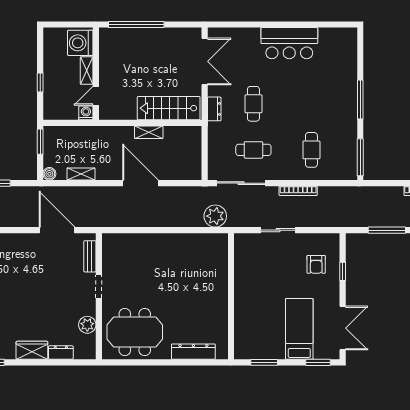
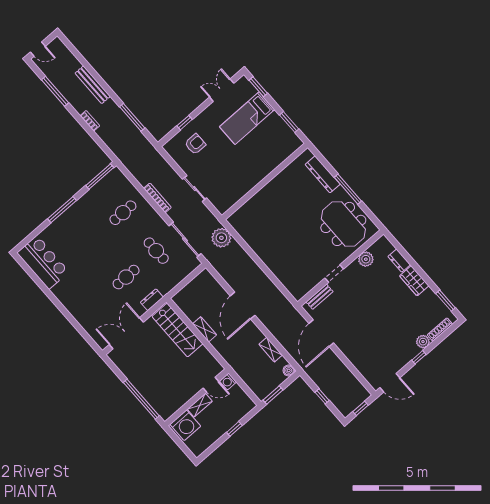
bar counter: (289, 43) -> (43, 262), moved
double door: (343, 328) -> (222, 90), width x0.73
window: (161, 362) -> (348, 189), added

